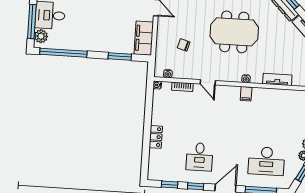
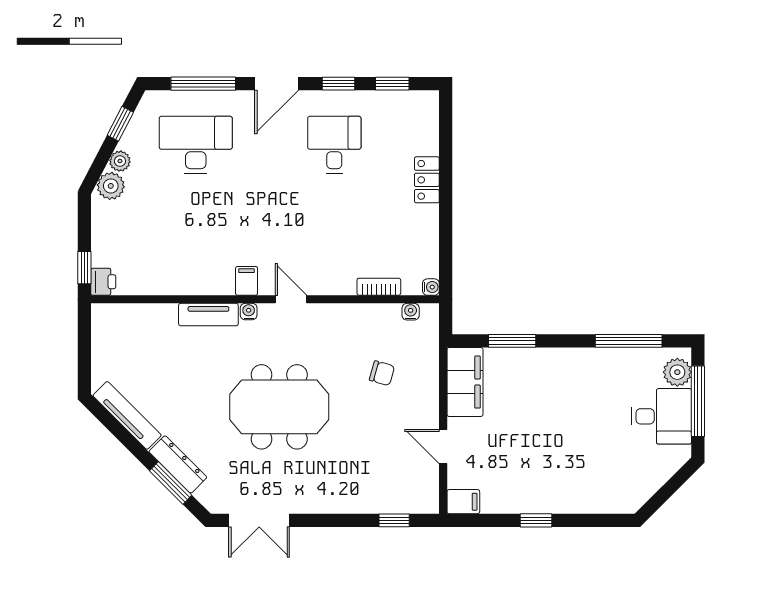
window: (63, 53) -> (629, 341), width x0.68
tv unit: (277, 79) -> (208, 315), moved
door: (208, 82) -> (291, 299), moved

